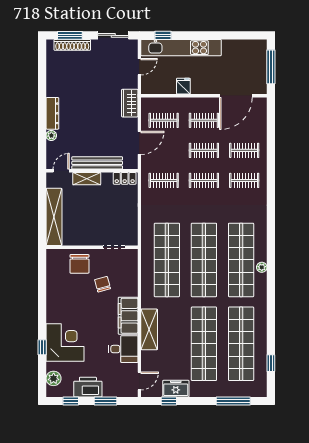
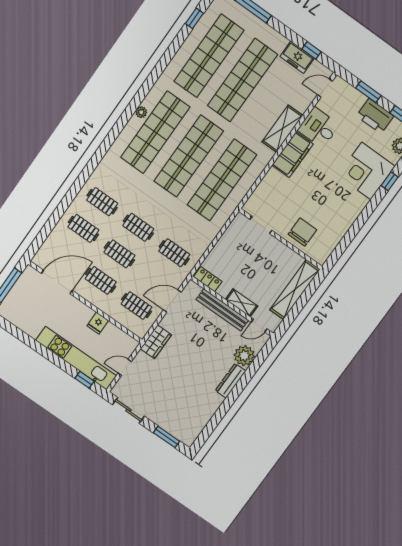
shoe rack: (72, 45) -> (170, 427), removed
plant: (51, 135) -> (244, 356), width x1.88, depth x1.88
chair: (103, 284) -> (295, 199), removed

